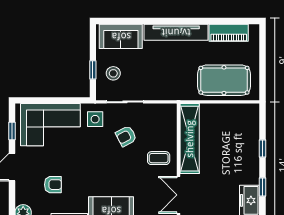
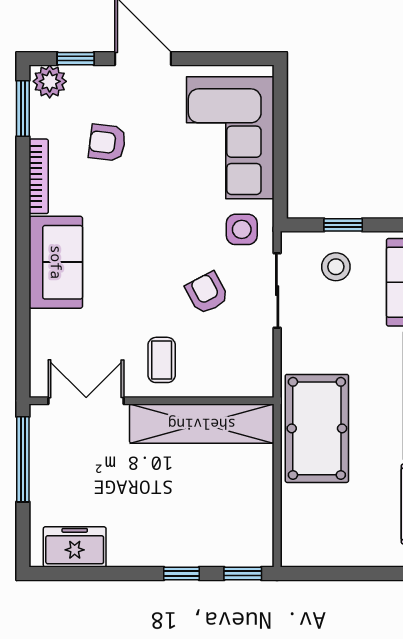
pool table: (224, 80) -> (317, 428), moved
window: (12, 131) -> (76, 59), moved
armchair: (53, 185) -> (107, 143), turned 97
window: (263, 187) -> (243, 573), moved

